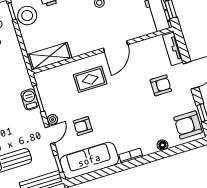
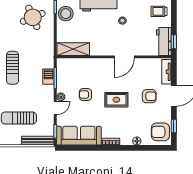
rug: (90, 79) -> (116, 100), moved
armchair: (83, 126) -> (85, 95), moved

